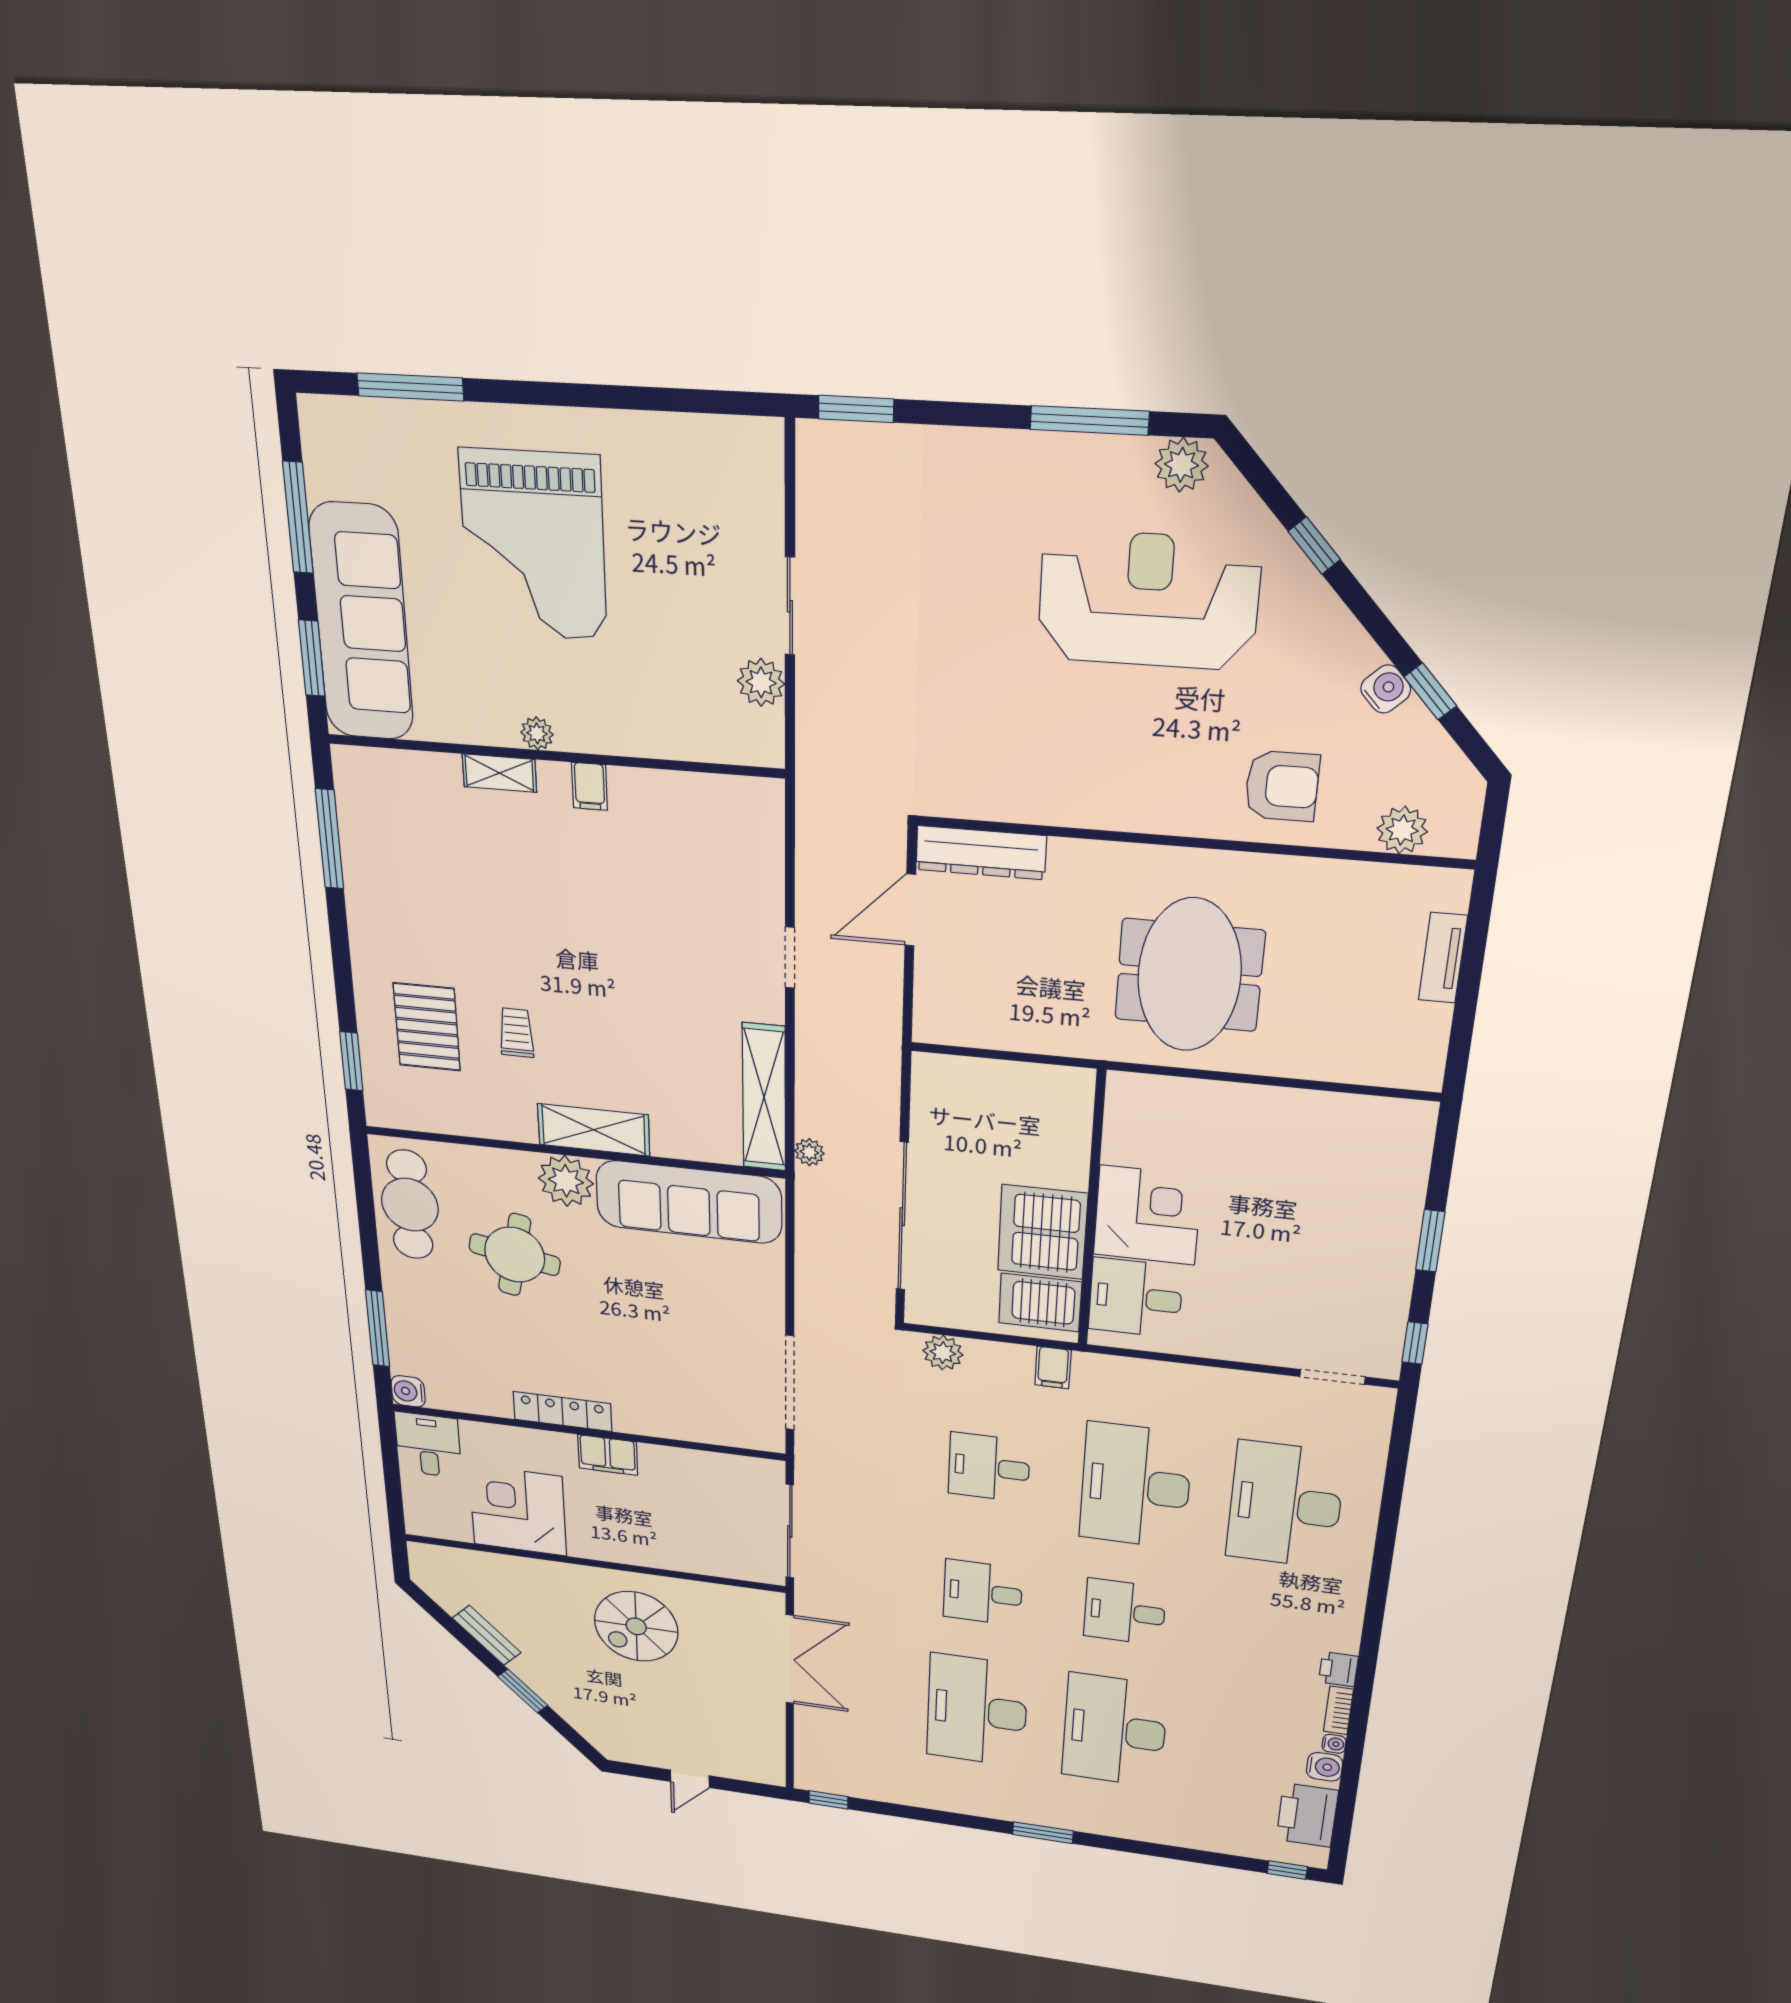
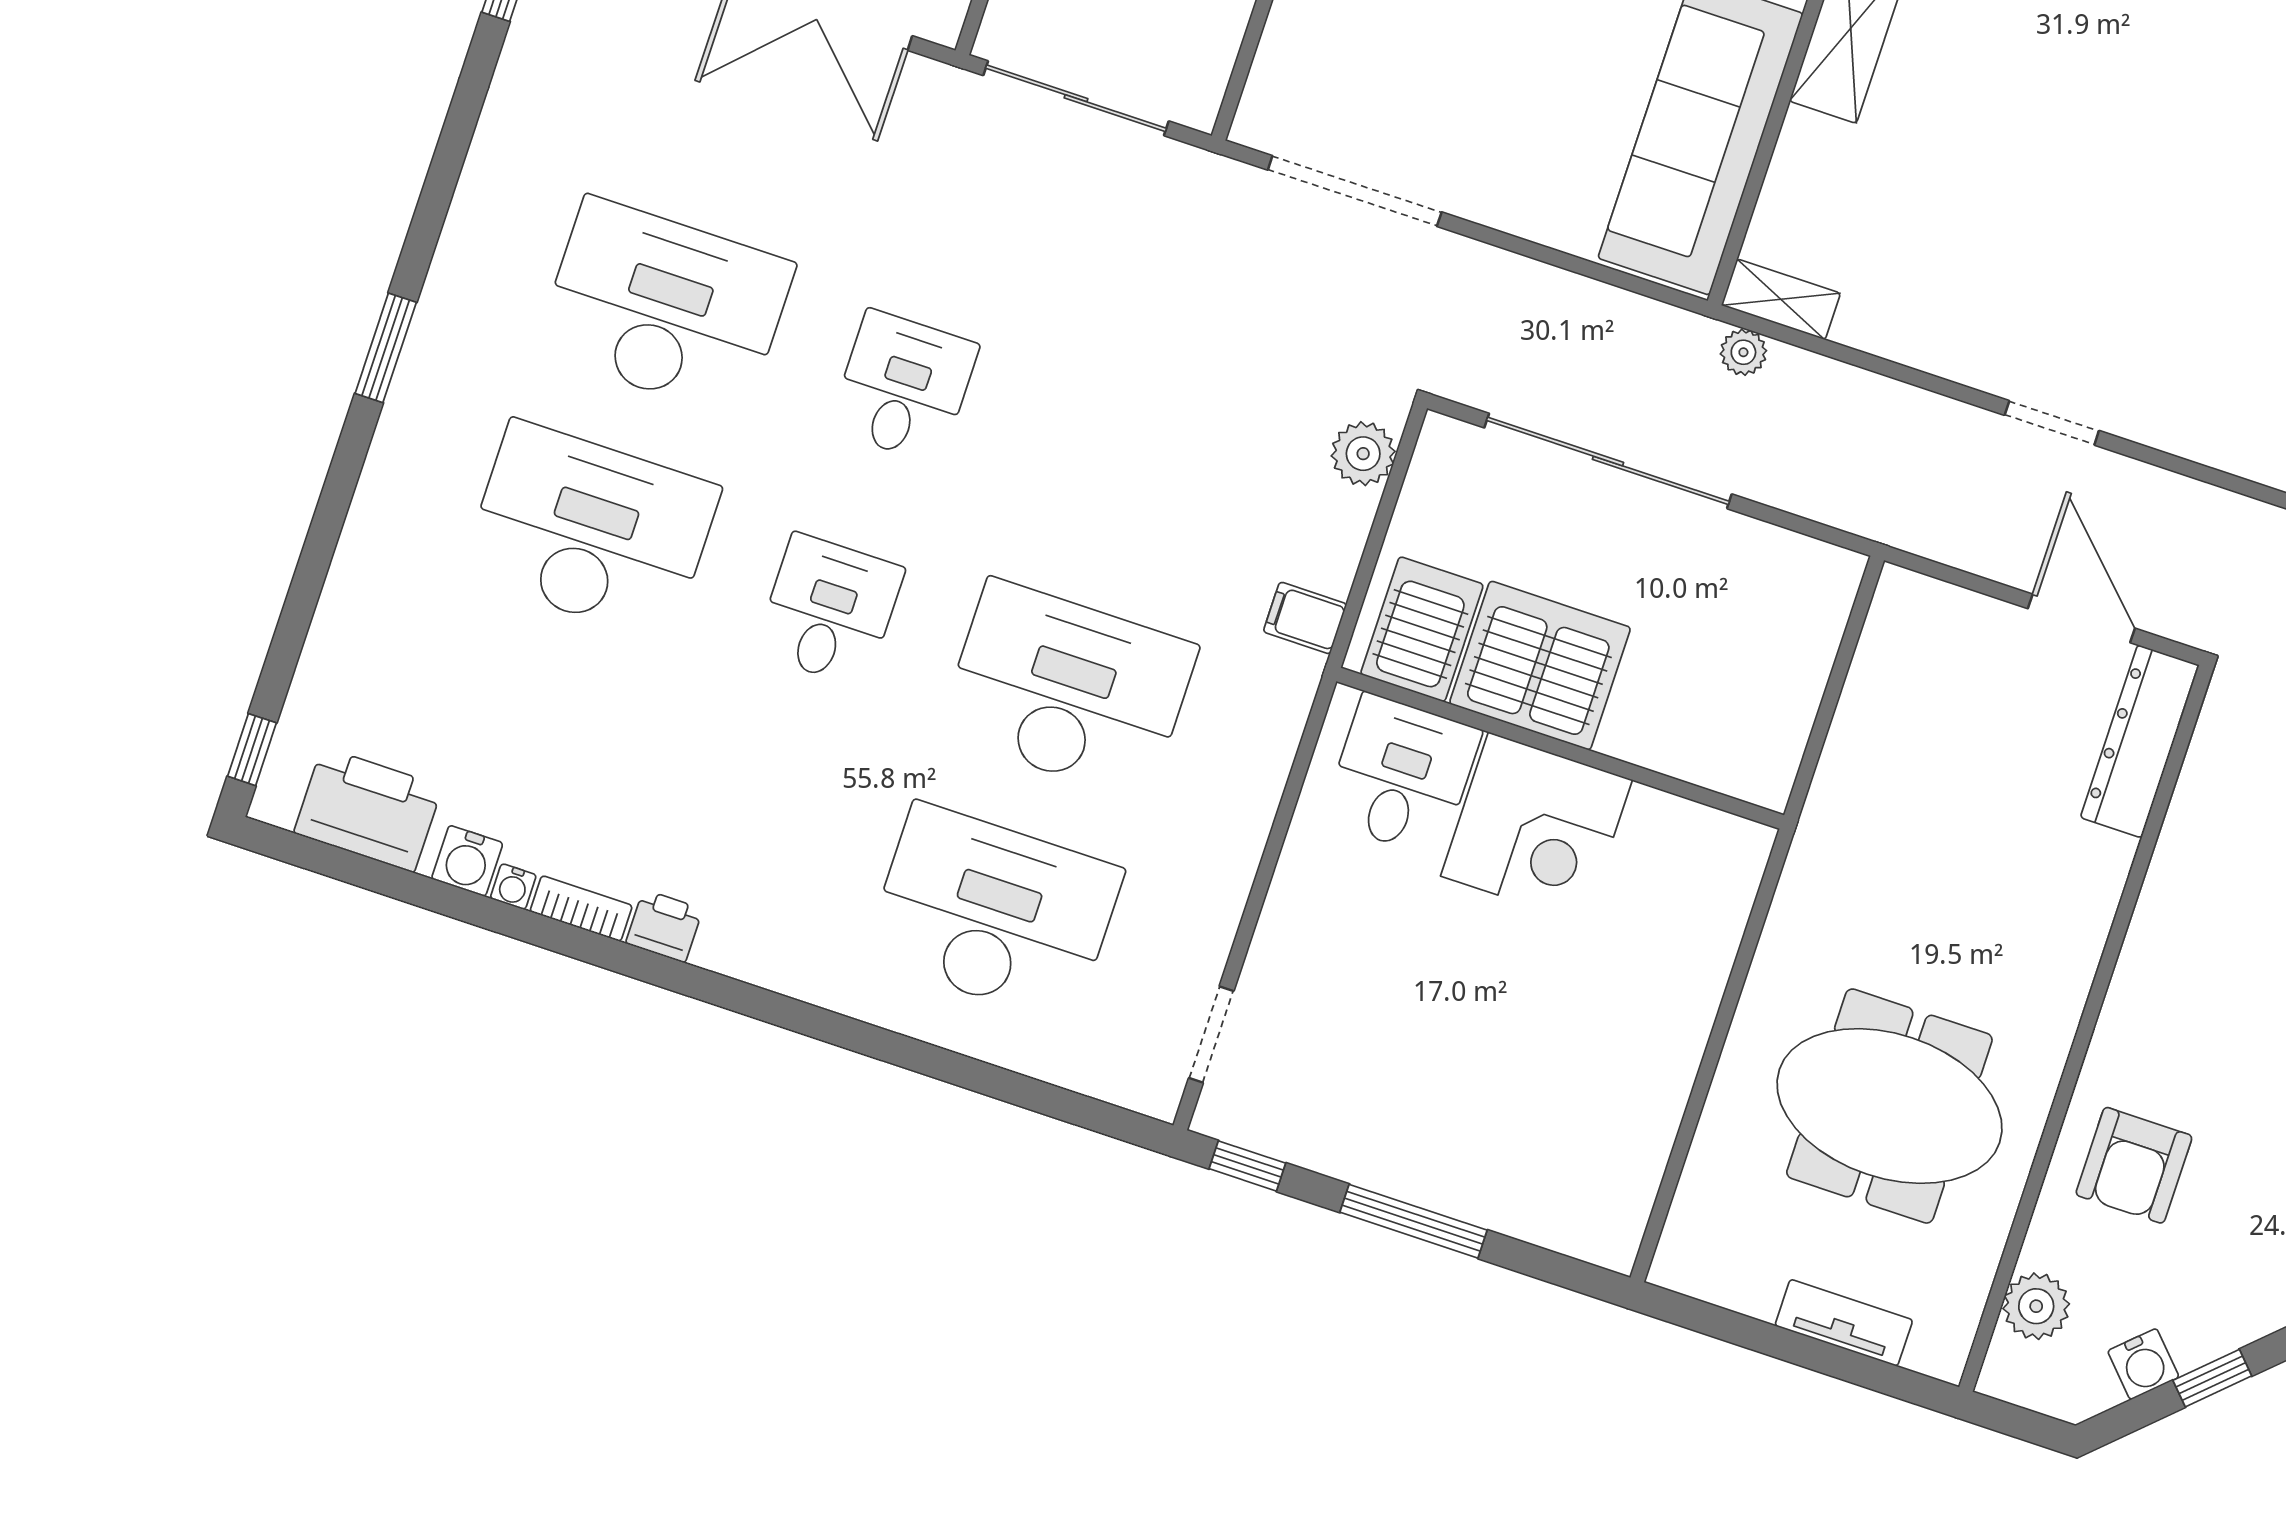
water cooler: (1386, 689) -> (2143, 1364), moved
meeting table: (1189, 975) -> (1889, 1106), moved
shelving: (764, 1097) -> (1781, 299), width x0.45, depth x0.75
window: (1430, 1241) -> (1414, 1221), width x1.44
desk: (989, 1467) -> (1142, 466), removed

